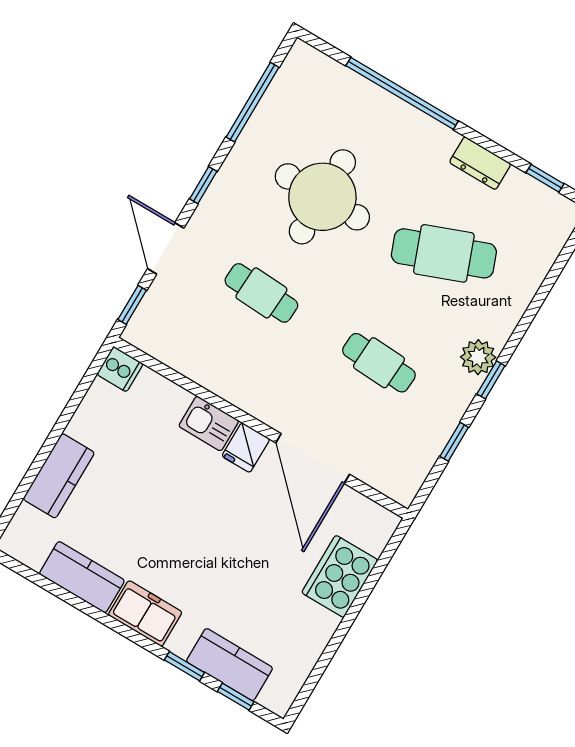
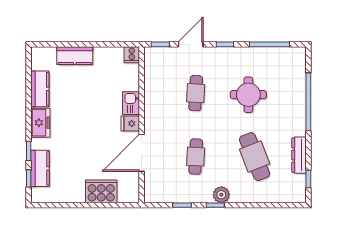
dresser: (480, 163) -> (299, 155), width x1.44
round table: (322, 197) -> (248, 95), width x0.73, depth x0.73

